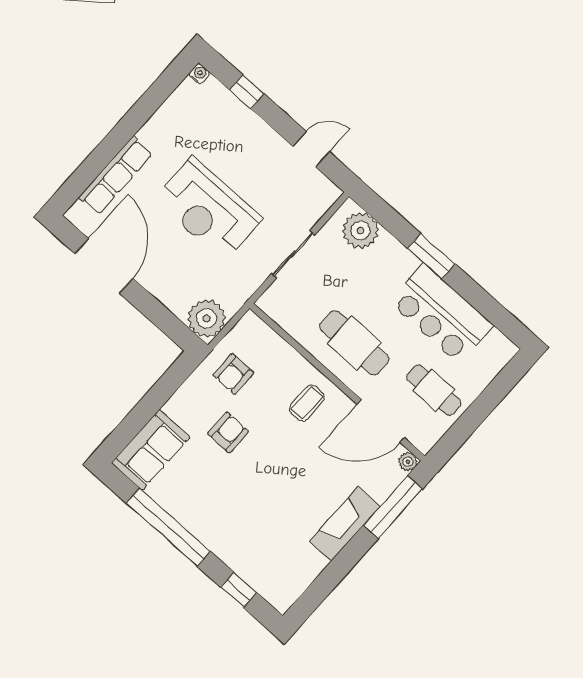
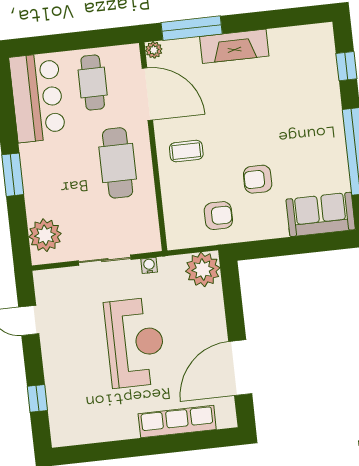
water cooler: (199, 74) -> (149, 265), moved, turned 90
bar counter: (441, 314) -> (37, 98), moved

